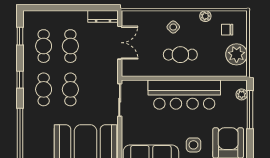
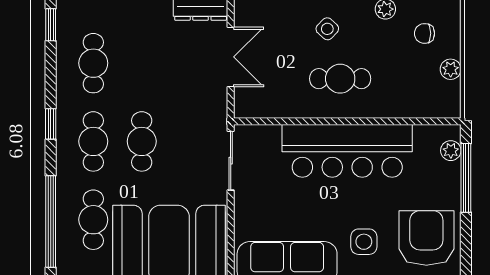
window: (20, 36) -> (51, 25), moved
cafe table: (70, 46) -> (93, 220), moved
plant: (237, 54) -> (451, 69), width x0.53, depth x0.53

